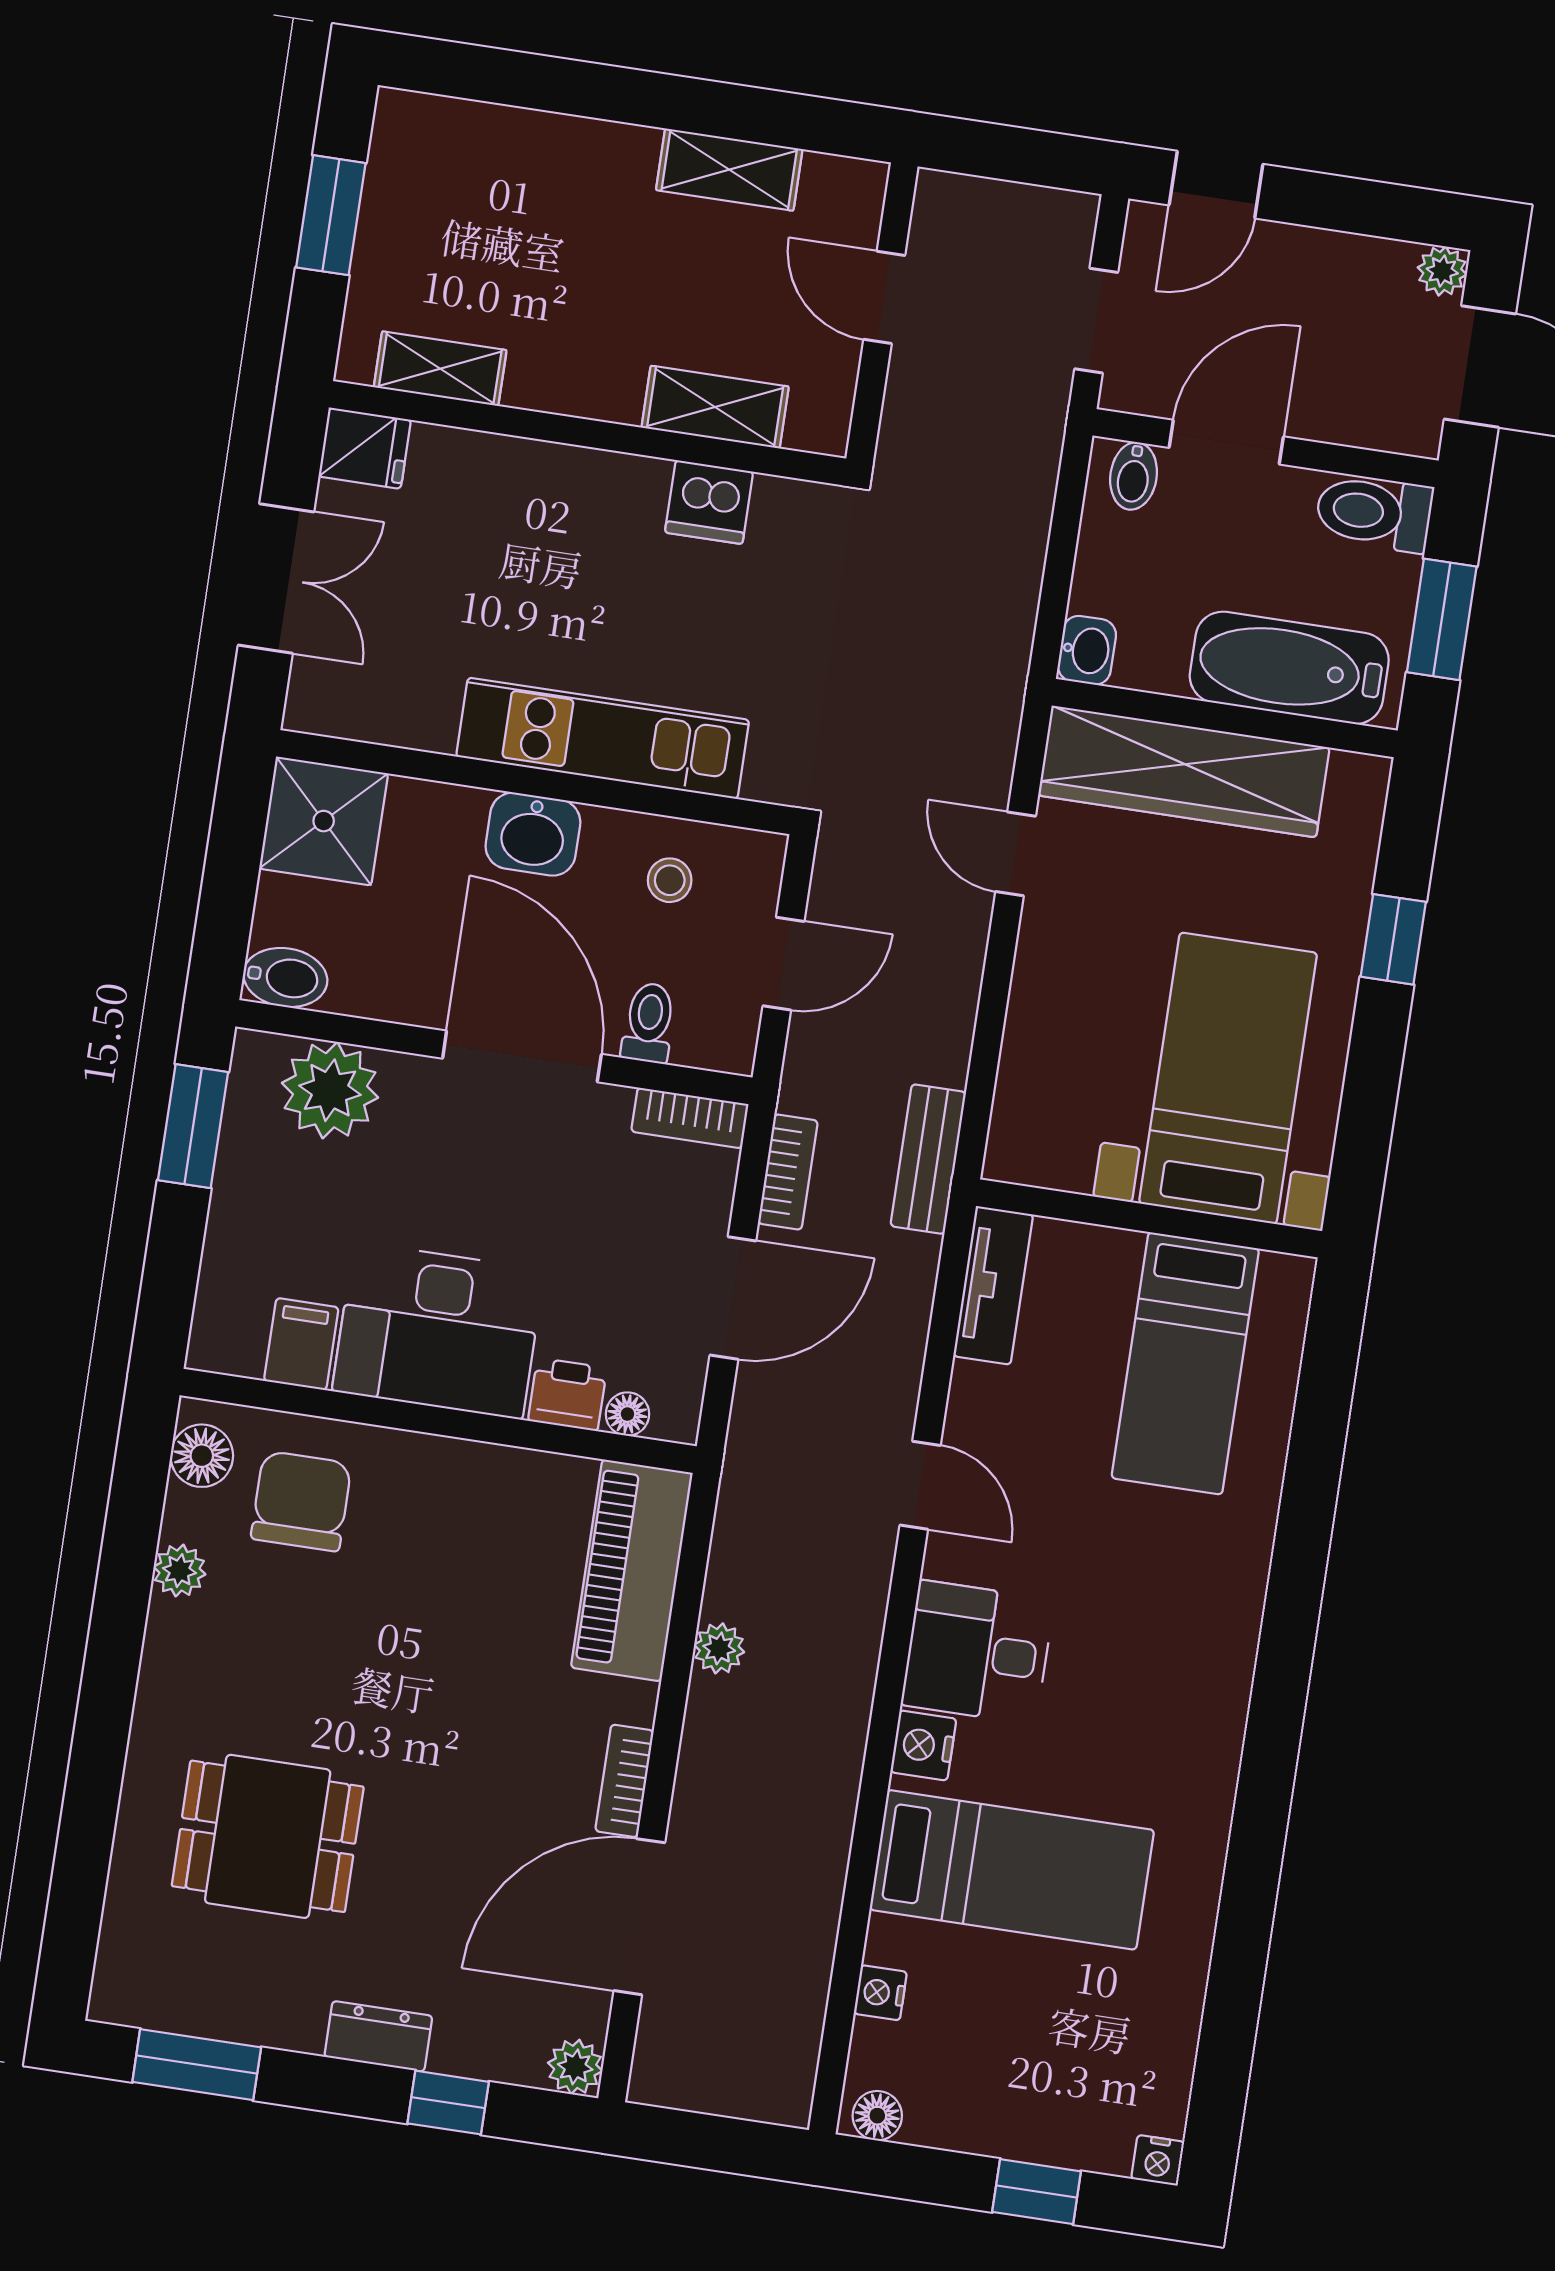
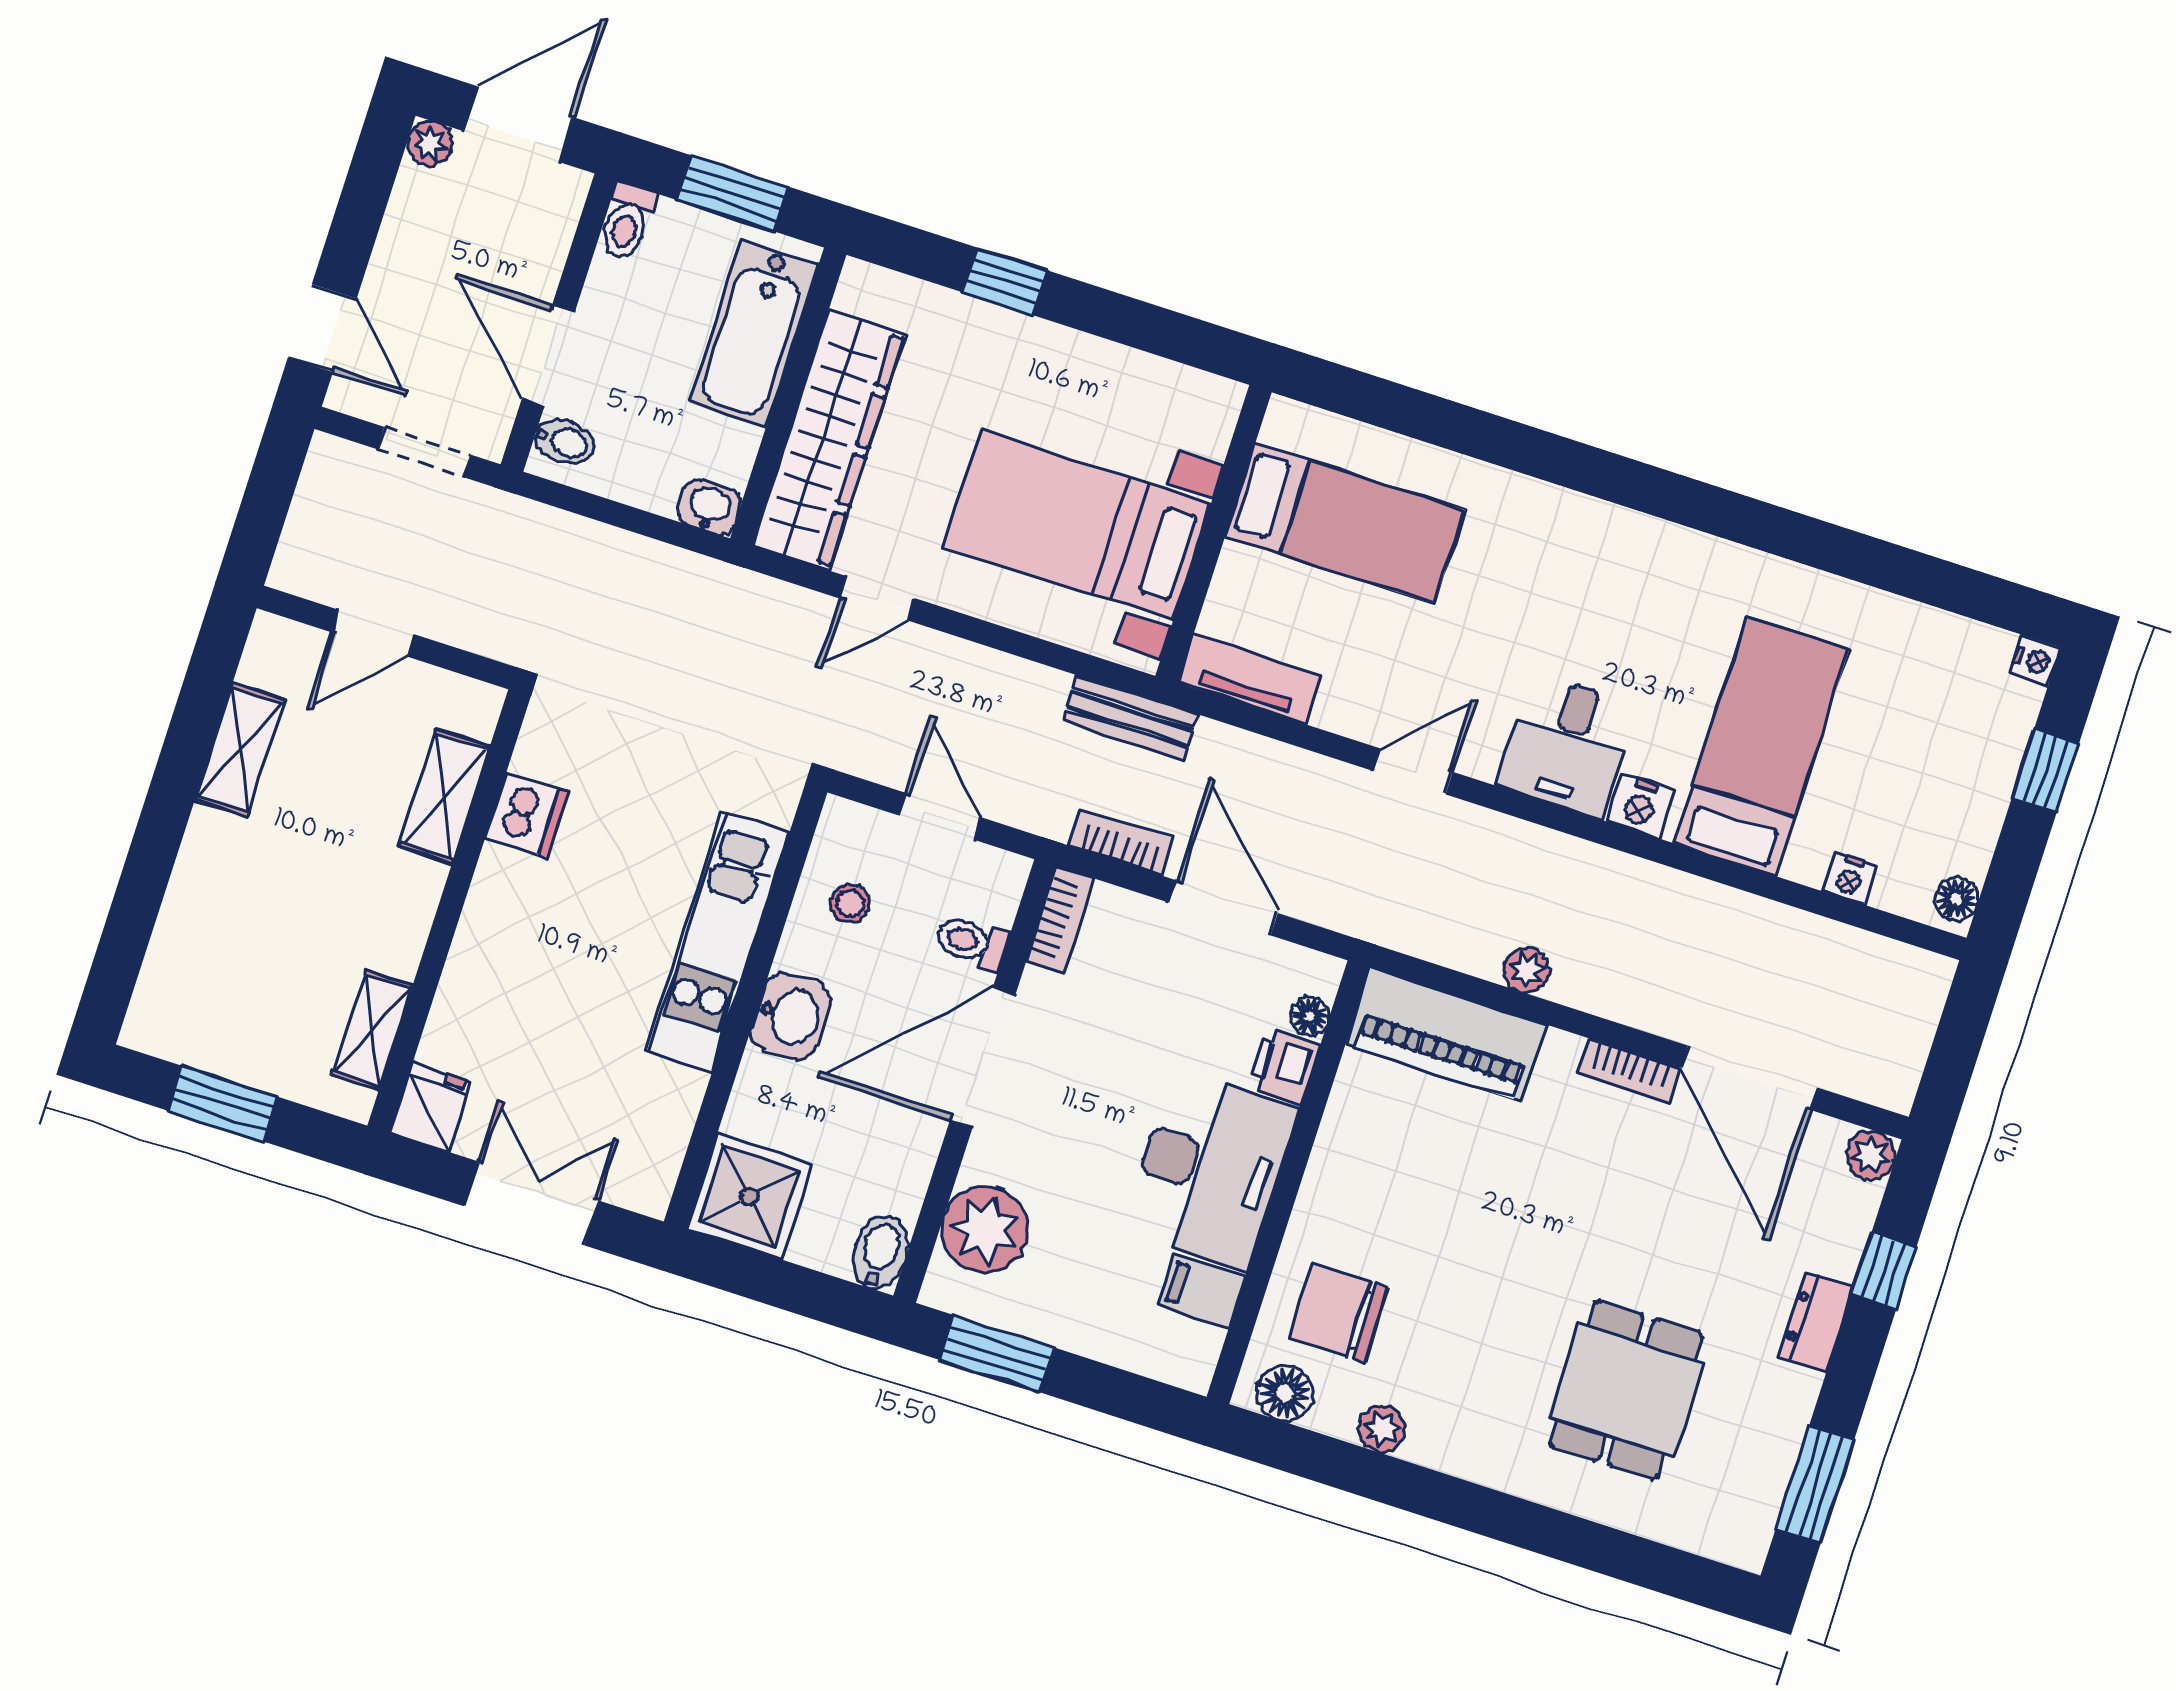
toilet: (1374, 513) -> (627, 222), width x0.73, depth x0.72
bed with nightstands: (1228, 1078) -> (1077, 525), moved

